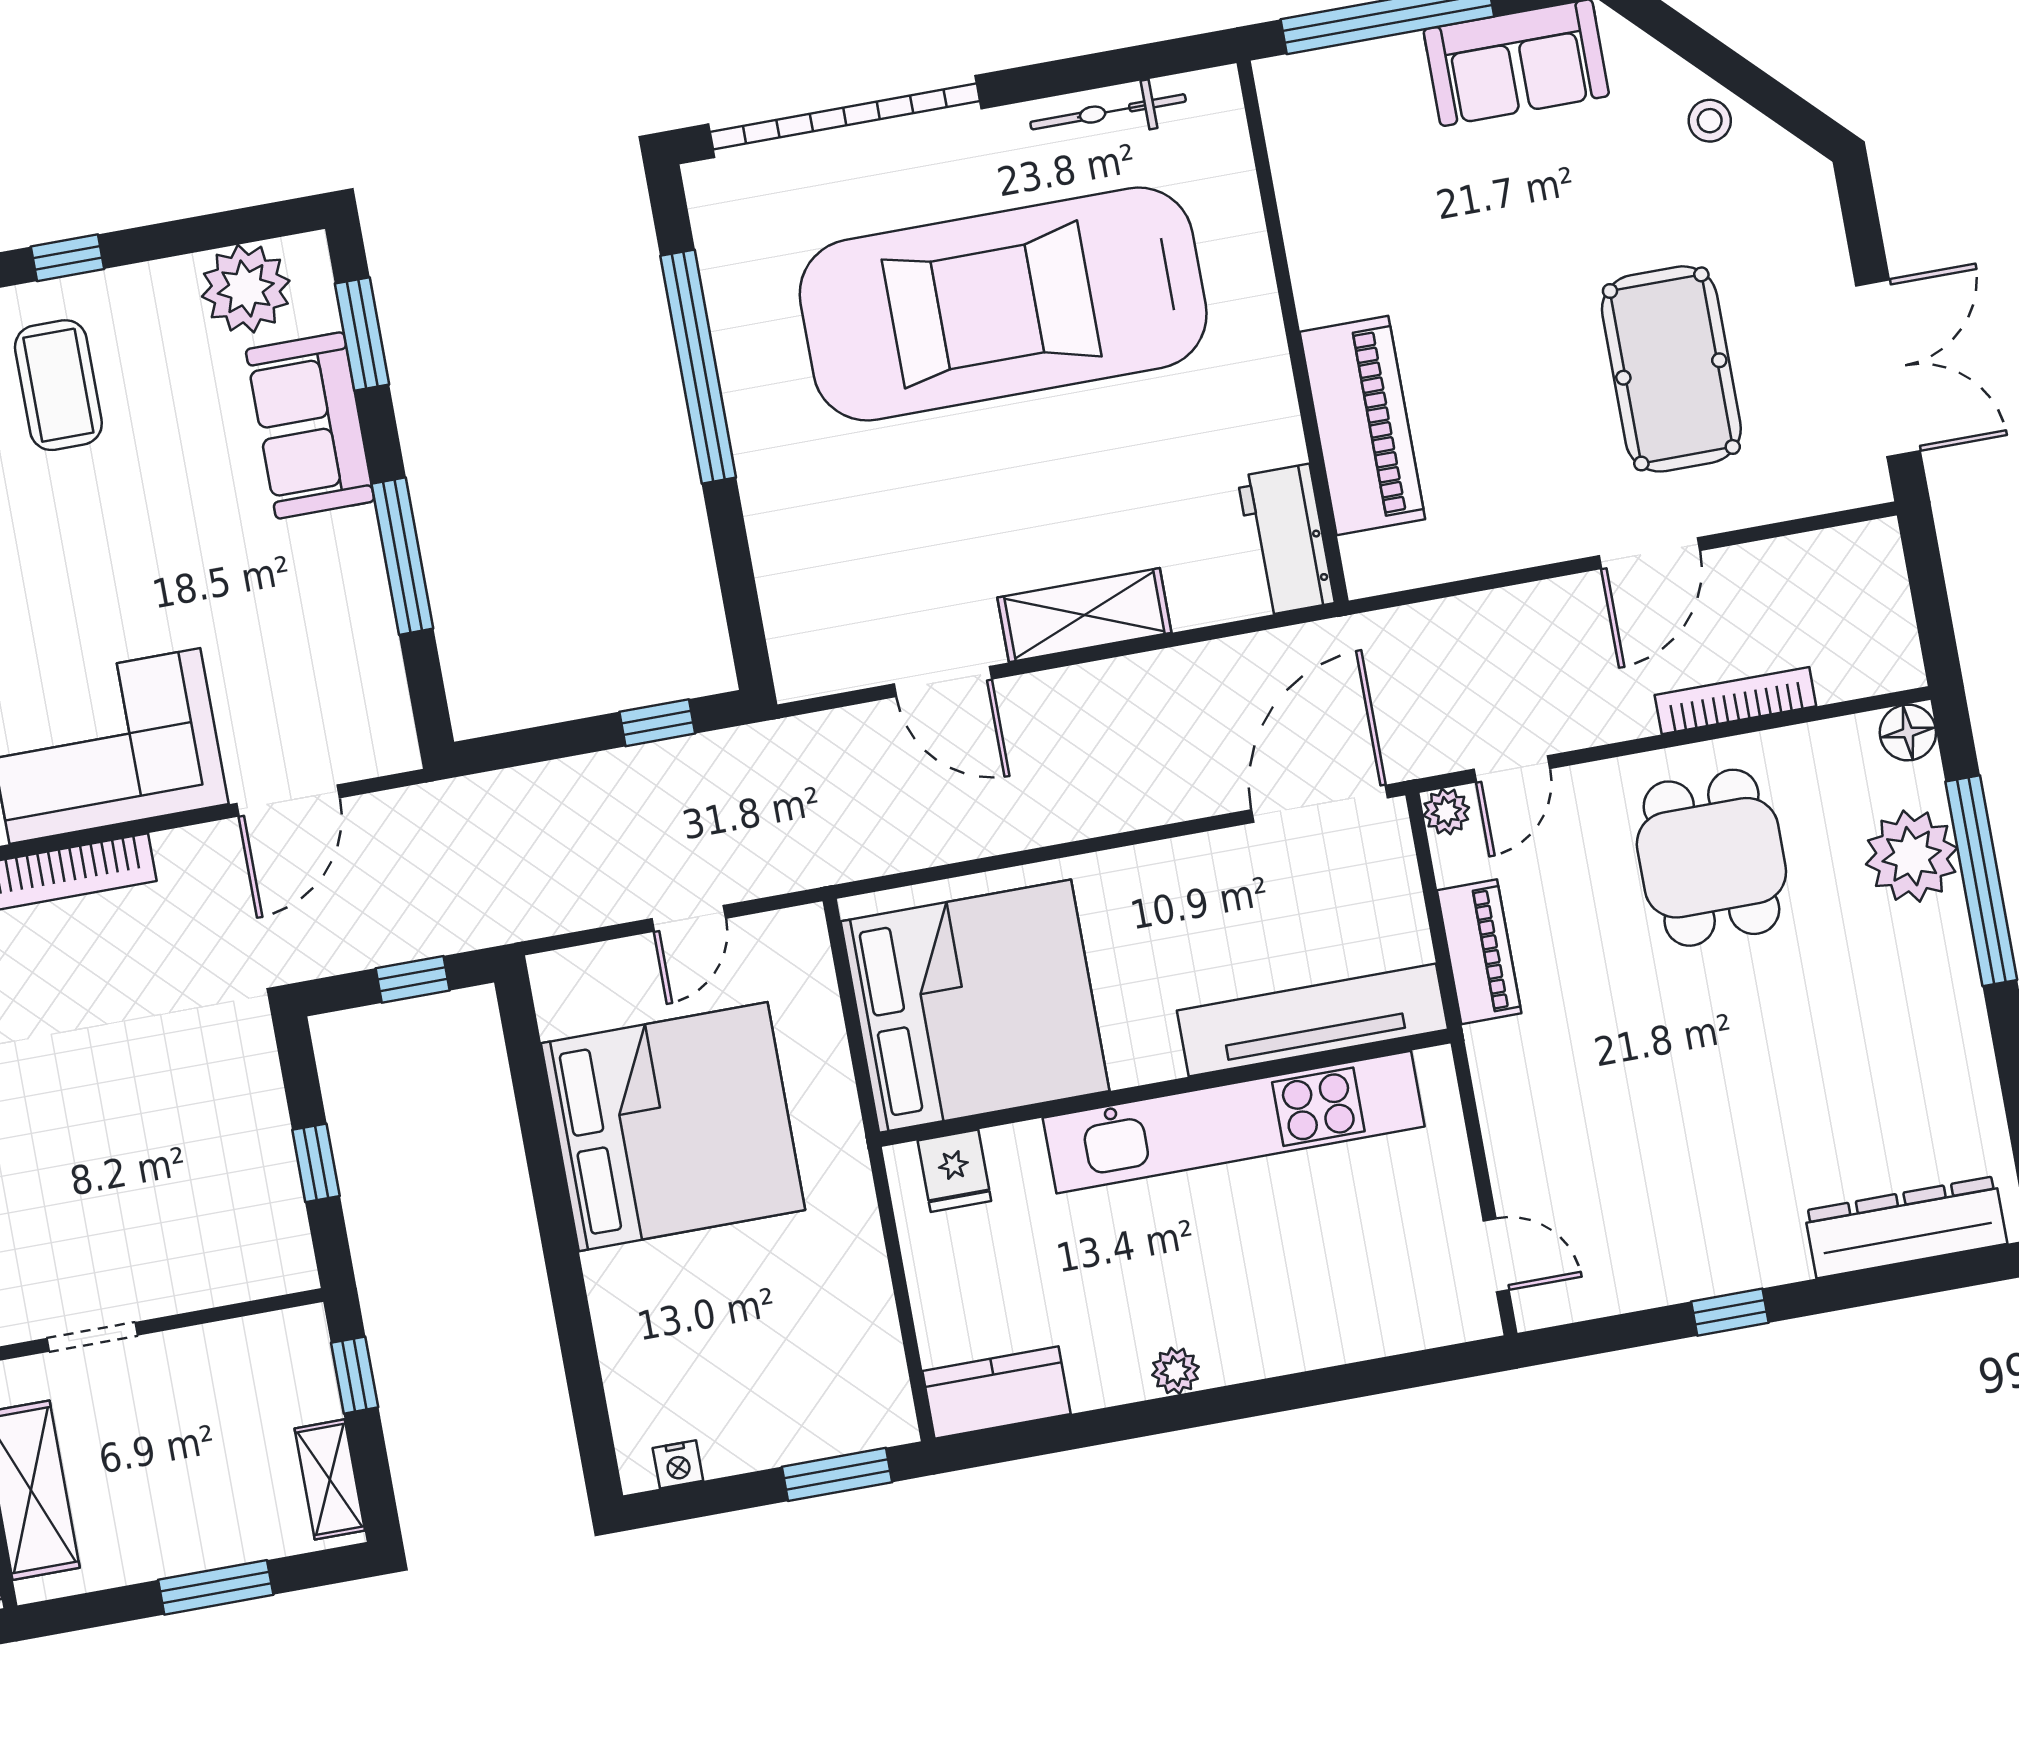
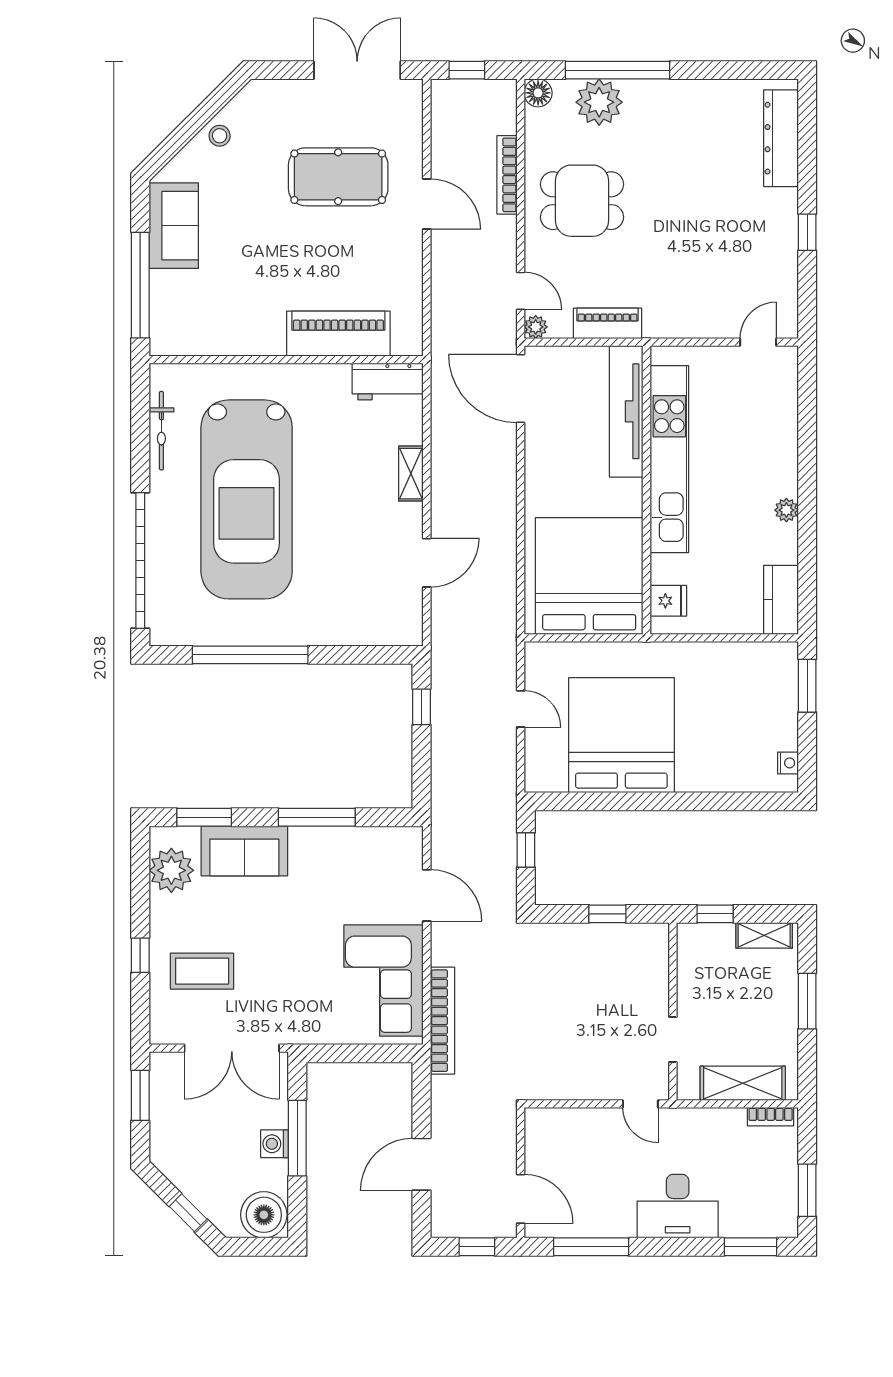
window: (1927, 584) -> (467, 70), added
shelving: (1084, 615) -> (411, 474), width x0.67, depth x0.75

